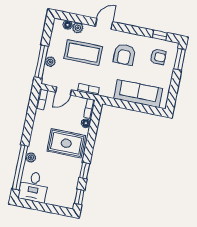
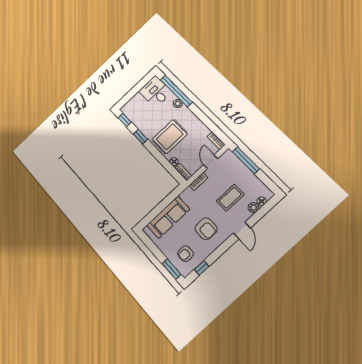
coffee table: (83, 53) -> (230, 198), width x0.73, depth x0.76
armchair: (124, 54) -> (206, 229), turned 180
plant: (50, 62) -> (241, 167), removed

